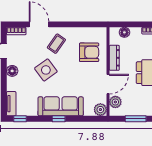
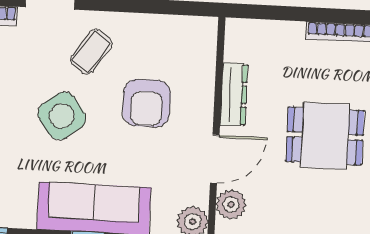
floor lamp: (124, 32) -> (262, 32), removed
armchair: (89, 52) -> (147, 103), moved, turned 90

